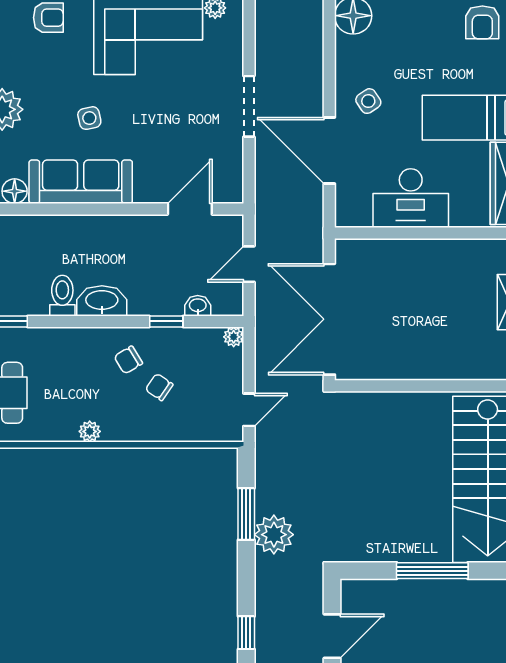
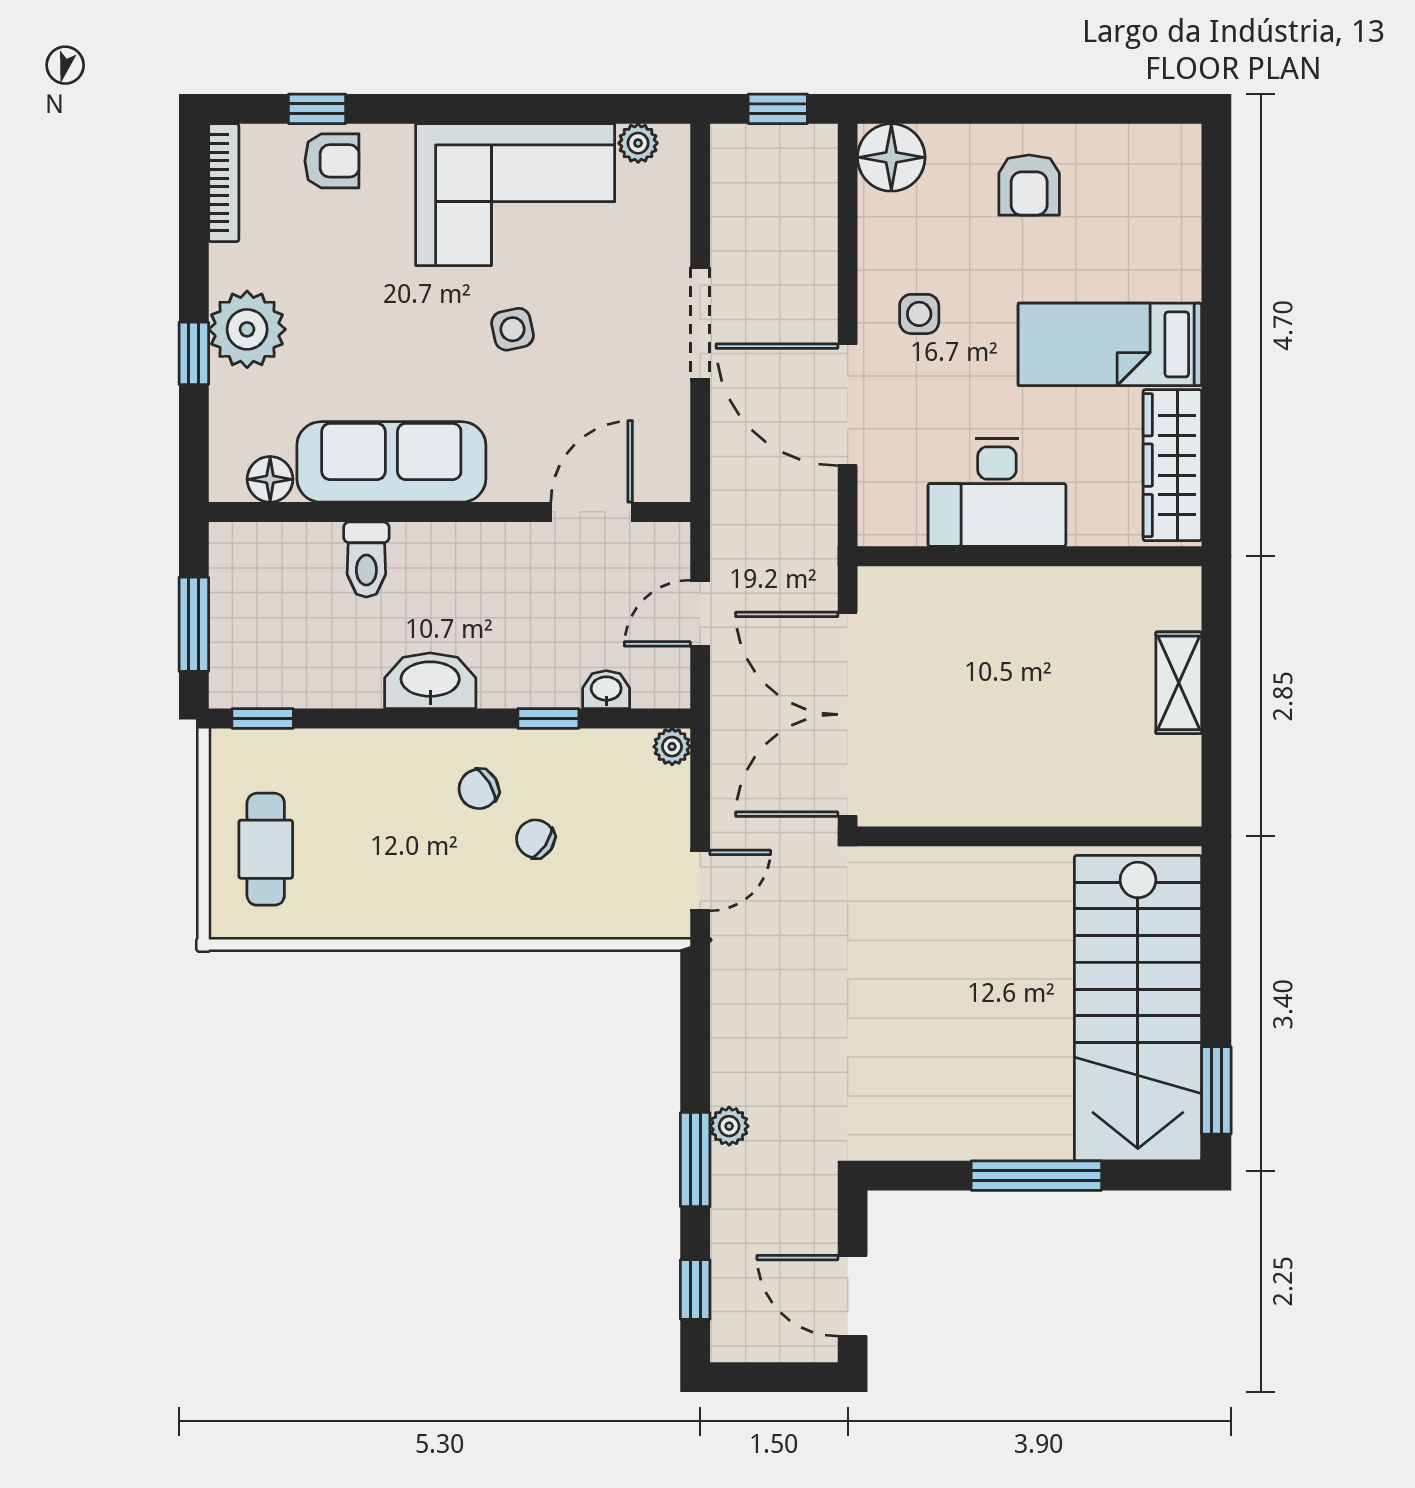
armchair: (482, 22) -> (1029, 185), moved
side table: (368, 101) -> (919, 314), turned 34
side table: (89, 118) -> (513, 329), moved
toilet: (62, 296) -> (366, 559), moved, turned 180
plant: (90, 431) -> (408, 920), removed
window: (246, 514) -> (695, 1160), moved
plant: (274, 535) -> (729, 1126), width x0.53, depth x0.53
door: (332, 636) -> (853, 1296), swing flipped

